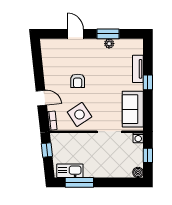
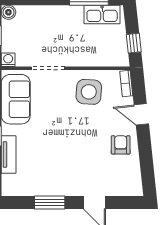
plant: (109, 44) -> (48, 189), removed
armchair: (78, 81) -> (121, 145), moved
side table: (80, 114) -> (89, 92), turned 38

